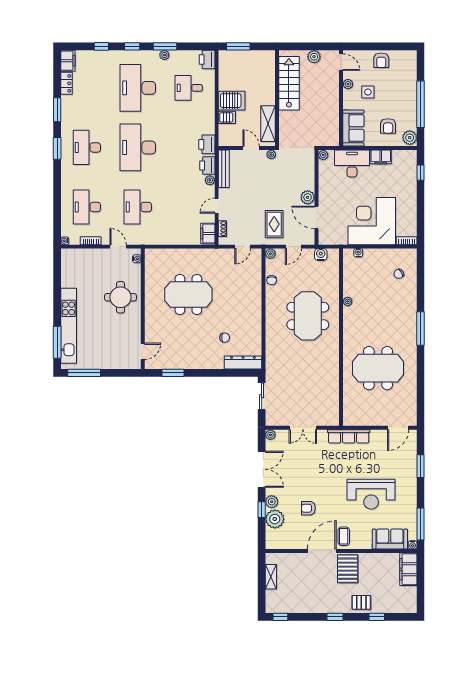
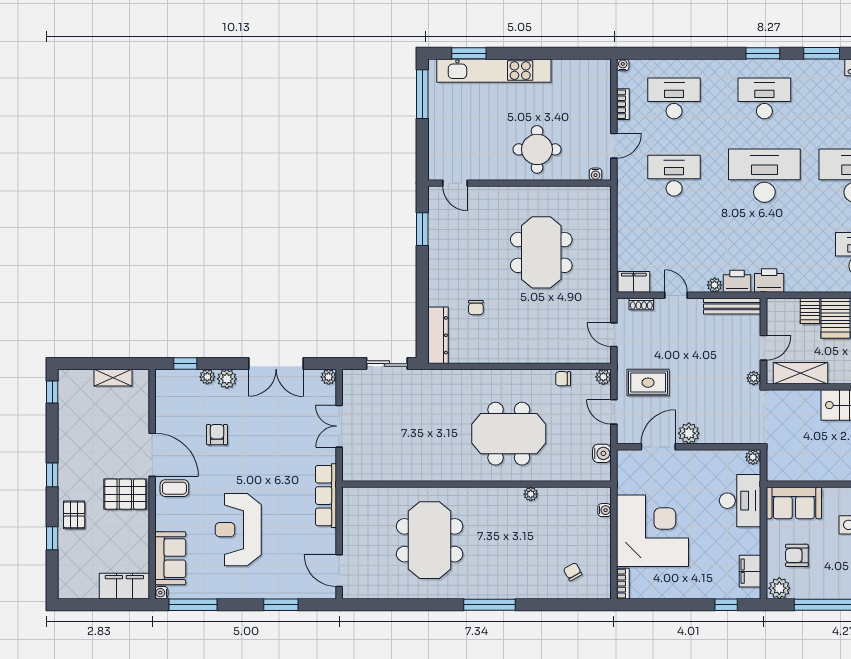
filing cabinet: (381, 157) -> (750, 571), moved
window: (57, 342) -> (469, 53), width x0.69
window: (262, 510) -> (185, 364), moved
plant: (275, 519) -> (207, 377), width x0.53, depth x0.53

